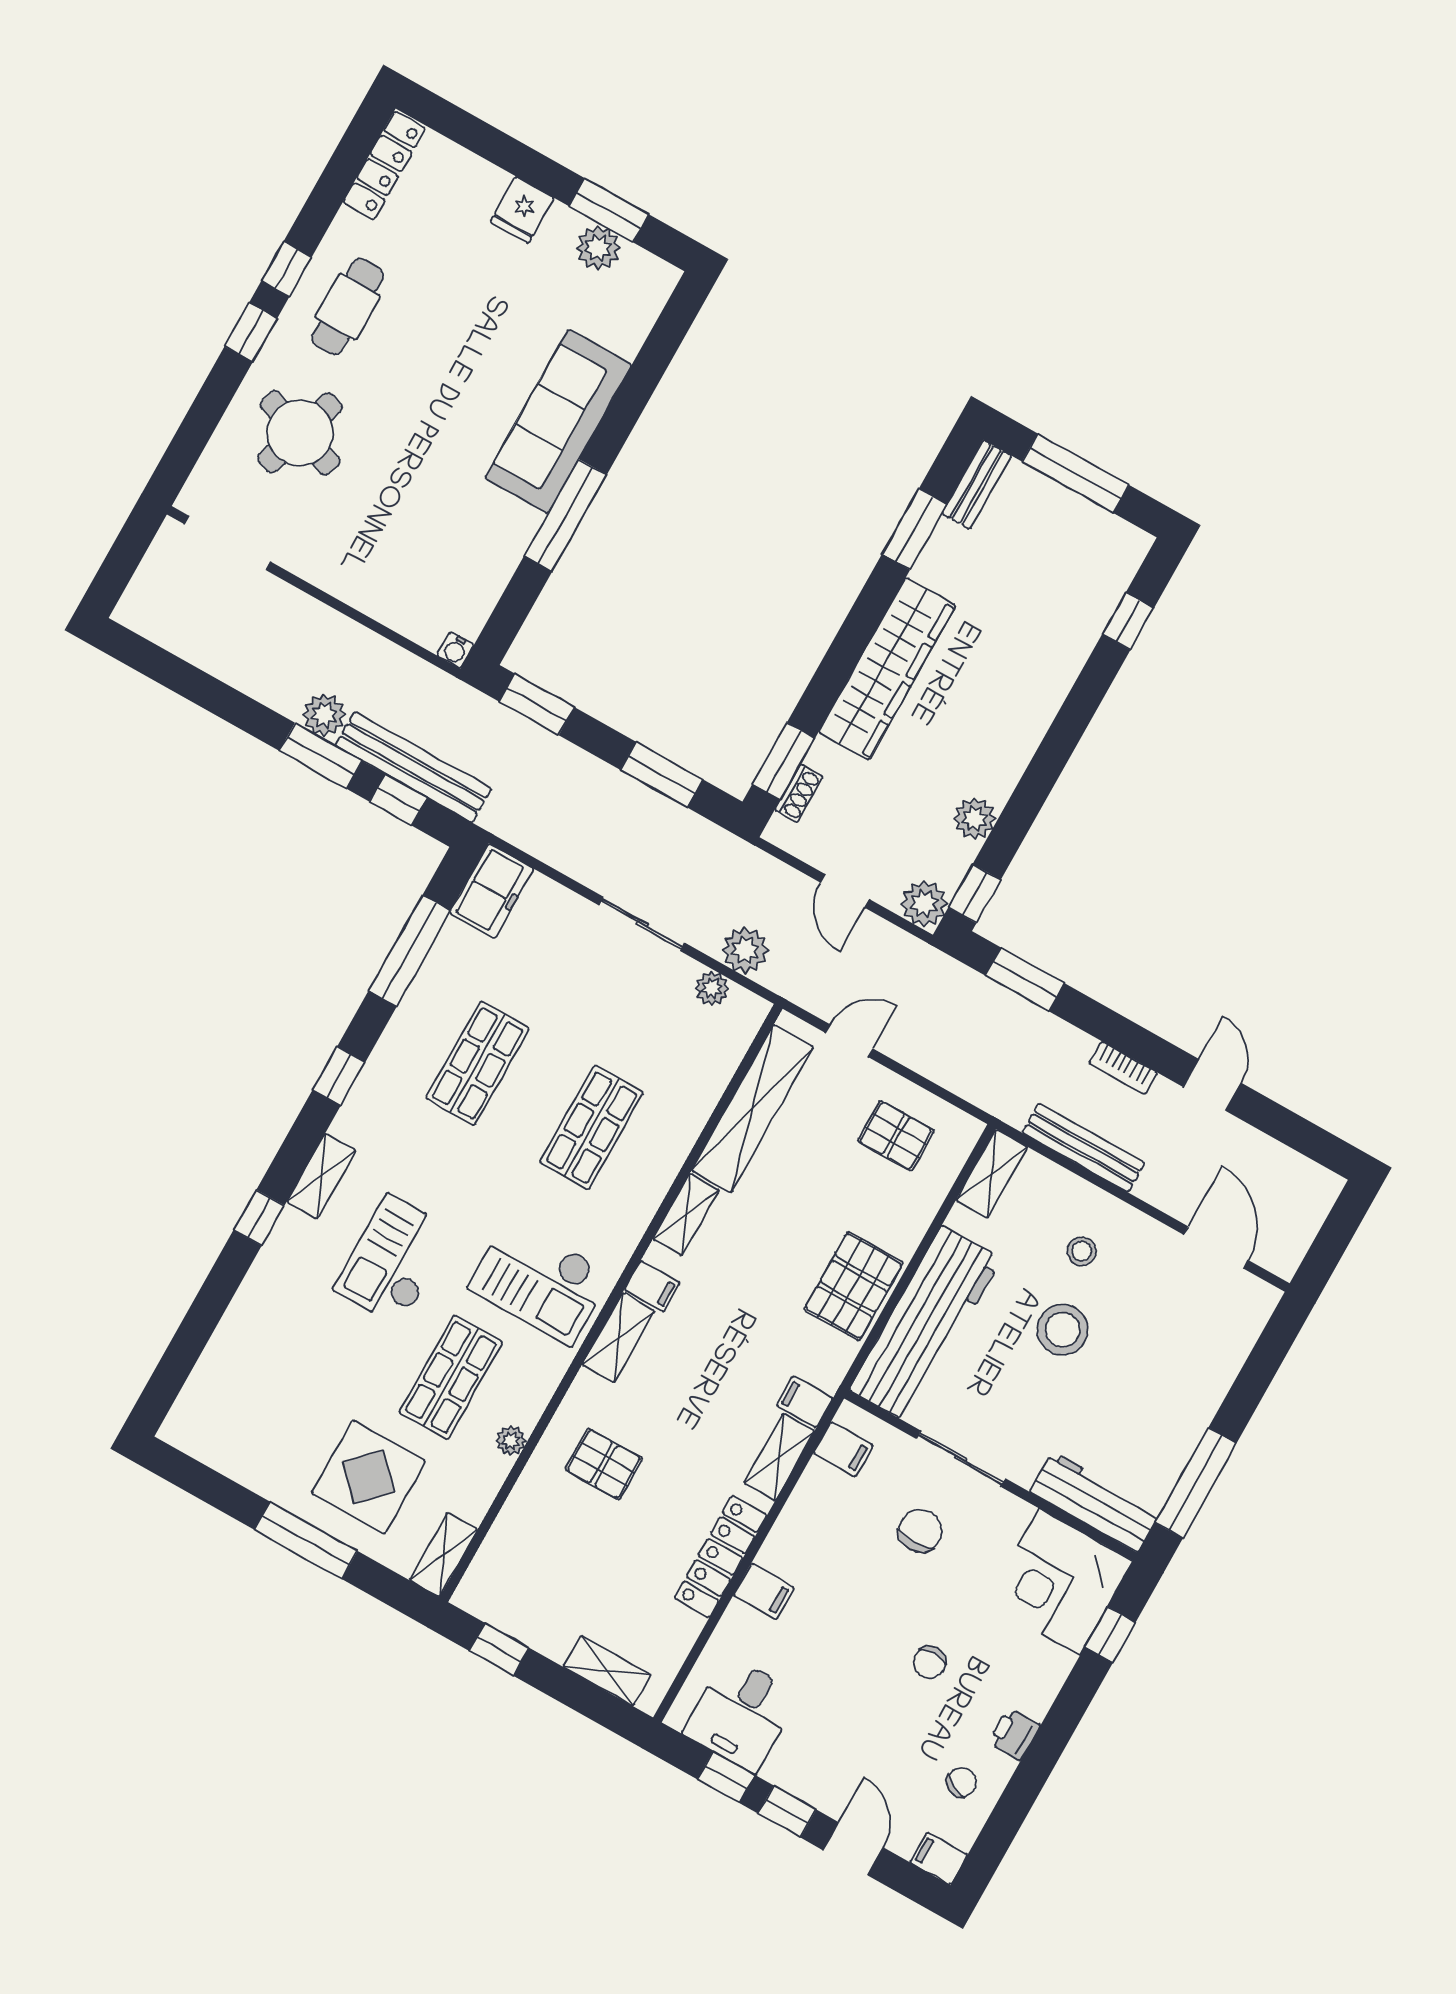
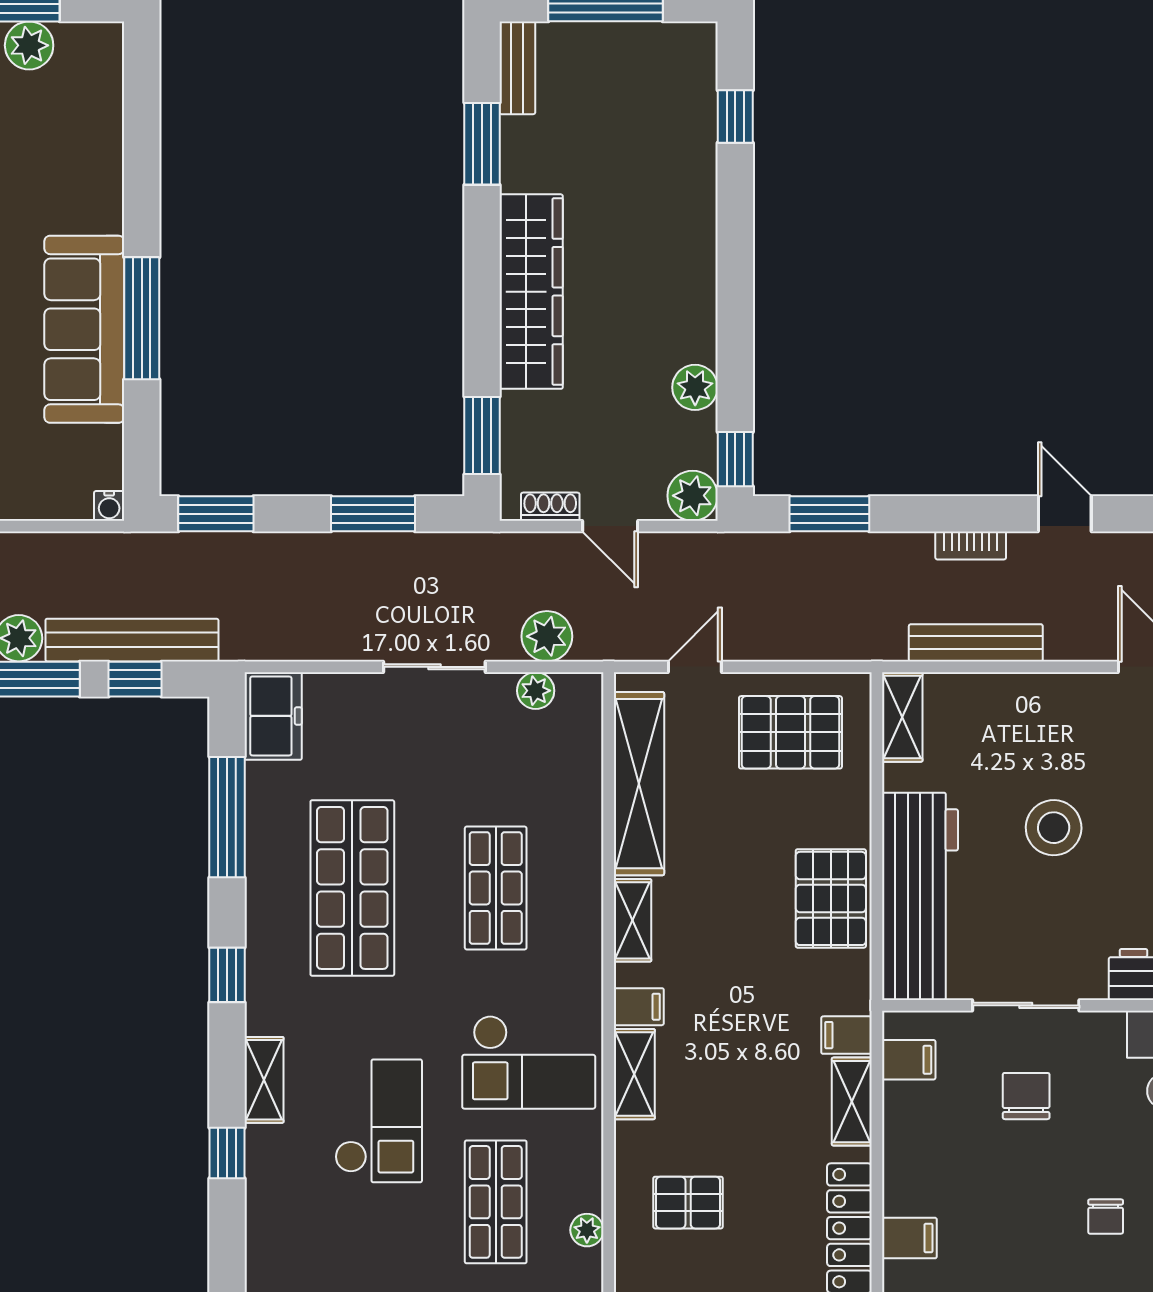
sofa: (558, 421) -> (84, 329), moved
shoe rack: (799, 793) -> (550, 507), moved, turned -90
shop shelf: (477, 1063) -> (352, 888), width x1.43, depth x1.36
pallet: (896, 1136) -> (790, 732), width x1.50, depth x1.42
stool: (1082, 1251) -> (1030, 743), removed
checkout: (394, 1260) -> (379, 1121), turned 180

